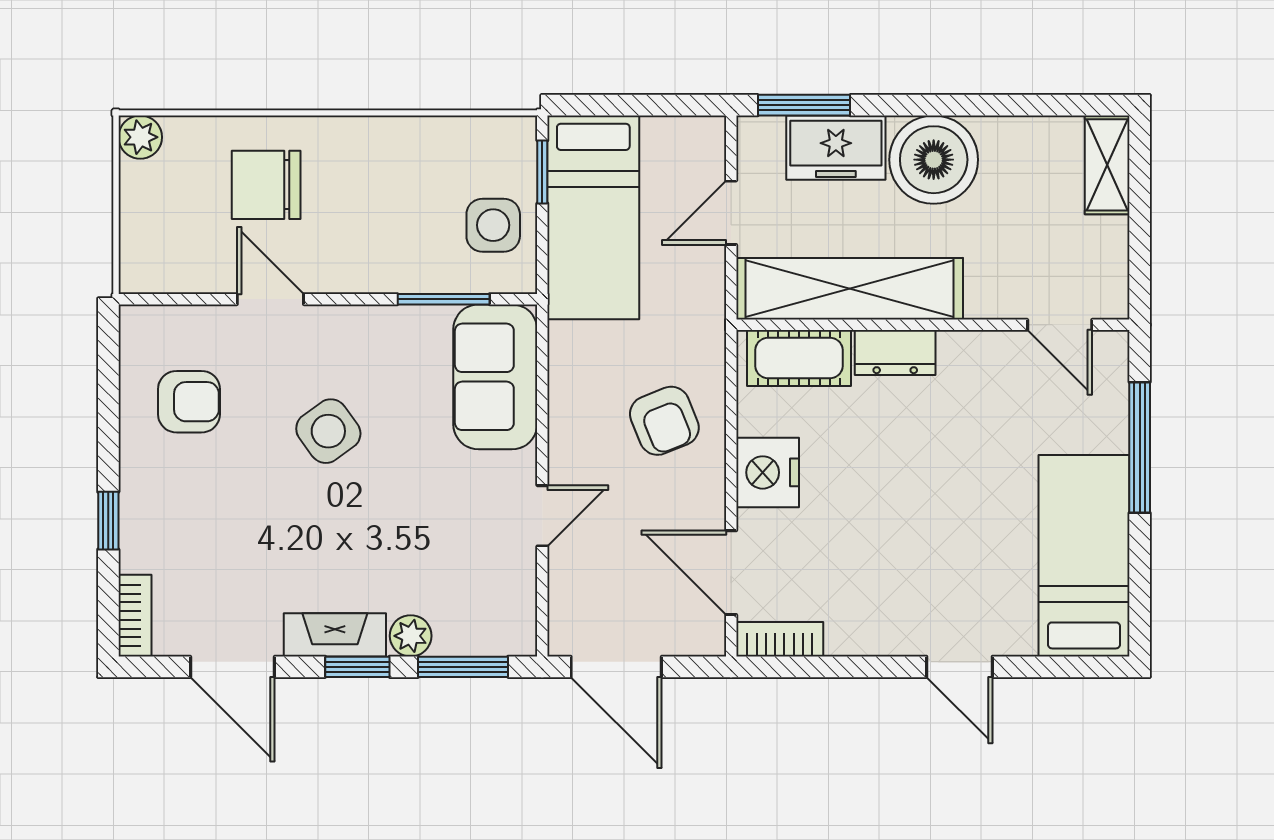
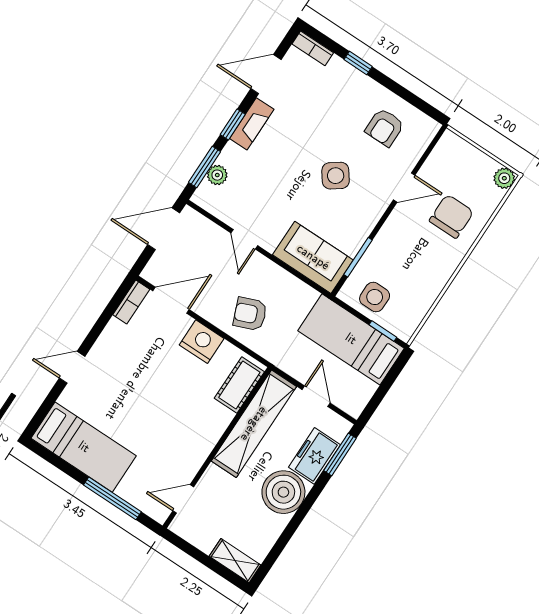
dresser: (895, 353) -> (216, 425), removed
plant: (411, 636) -> (217, 175), moved

